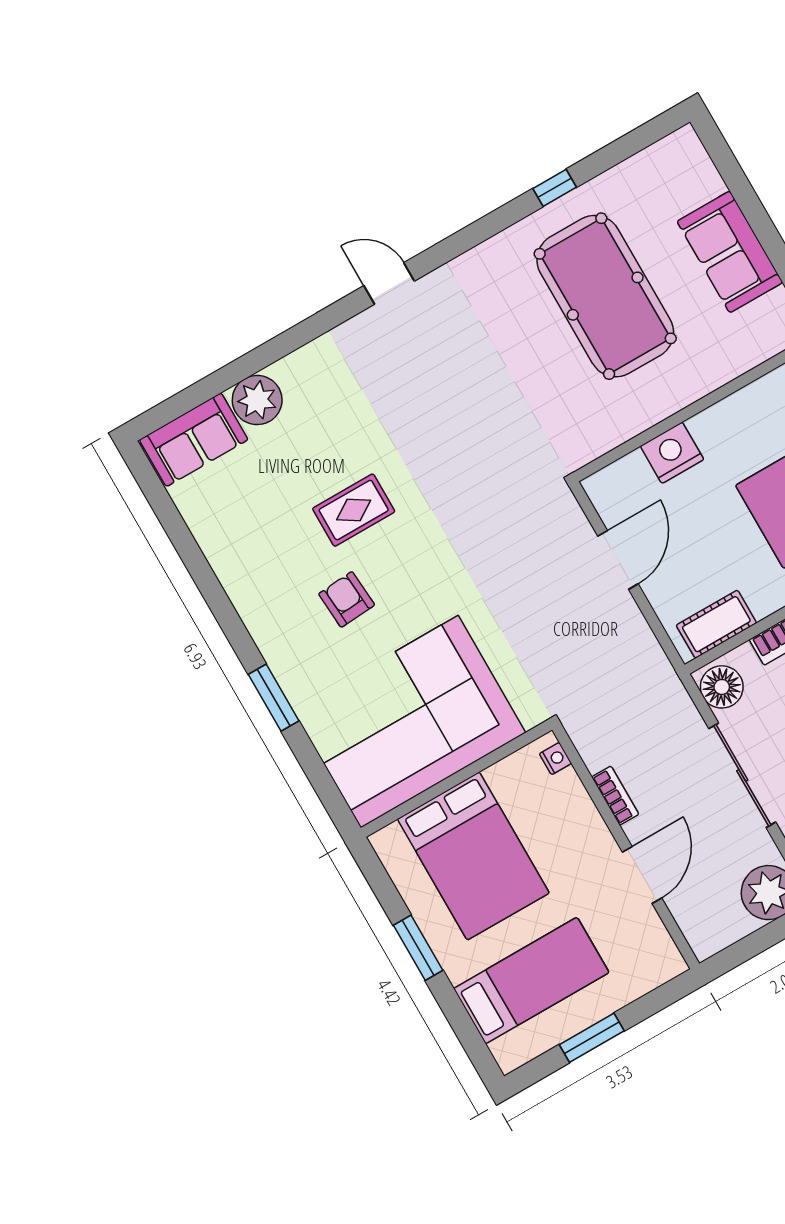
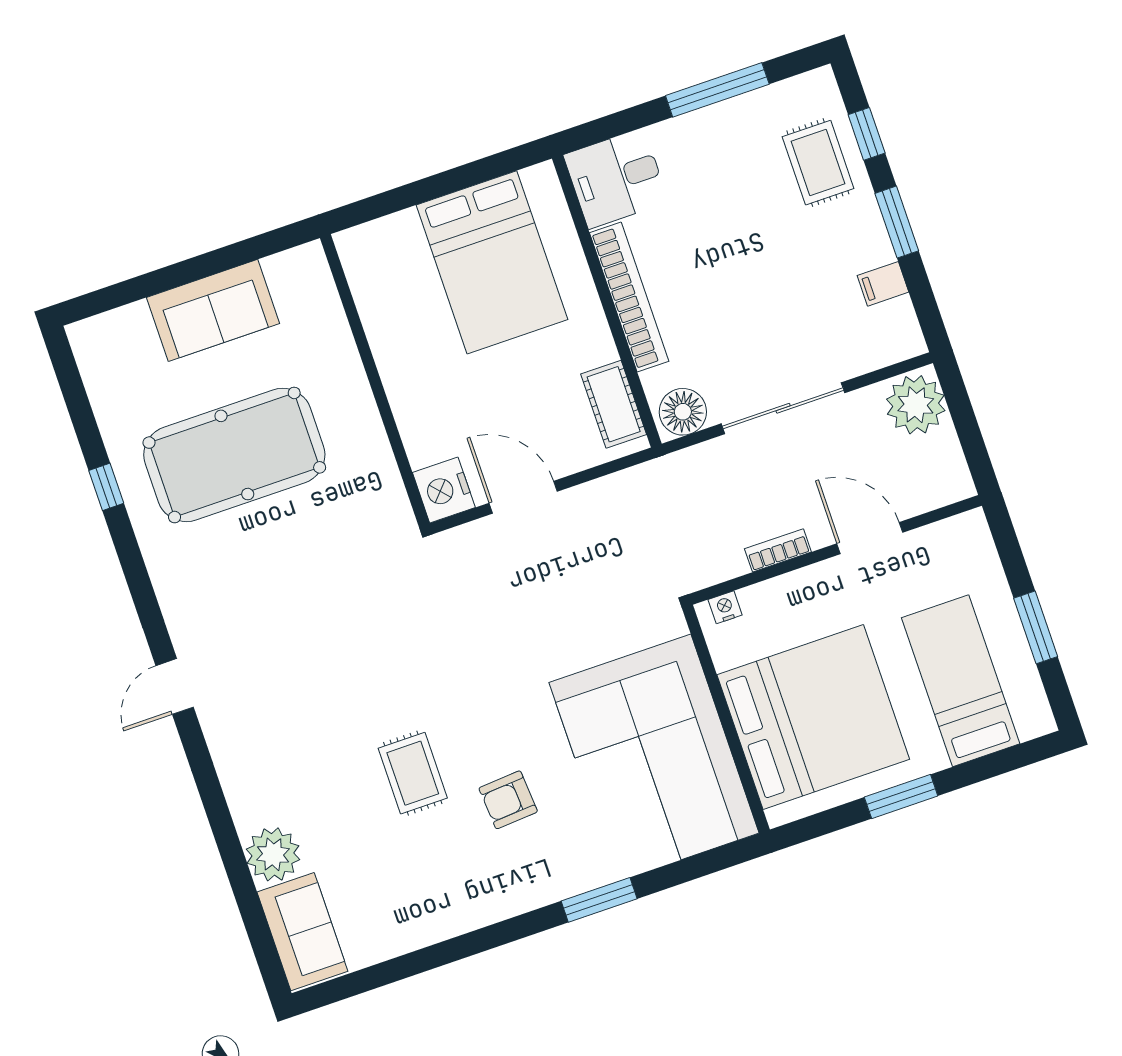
nightstand: (672, 453) -> (444, 490), moved
bed: (473, 856) -> (813, 717), width x1.36

